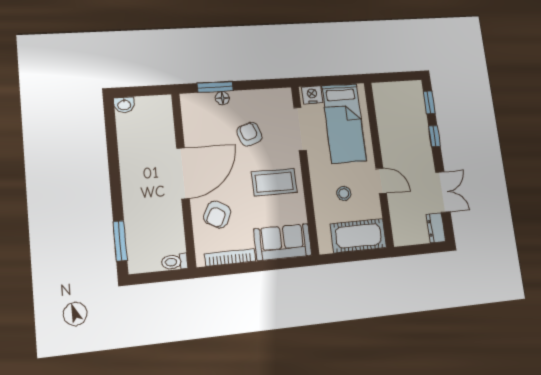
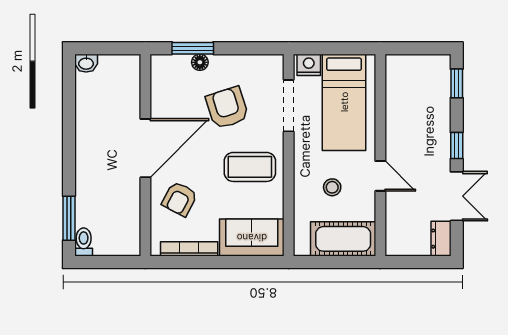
armchair: (249, 134) -> (227, 108), width x1.38, depth x1.38
window: (434, 136) -> (457, 145), moved
toilet: (175, 262) -> (84, 242), moved, turned 90

